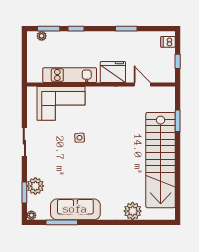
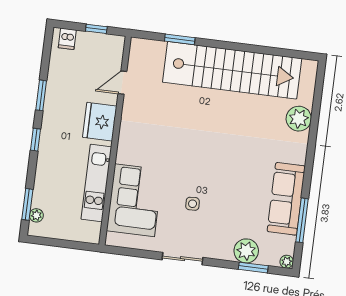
window: (76, 29) -> (36, 140), moved
side table: (80, 138) -> (193, 204), moved

